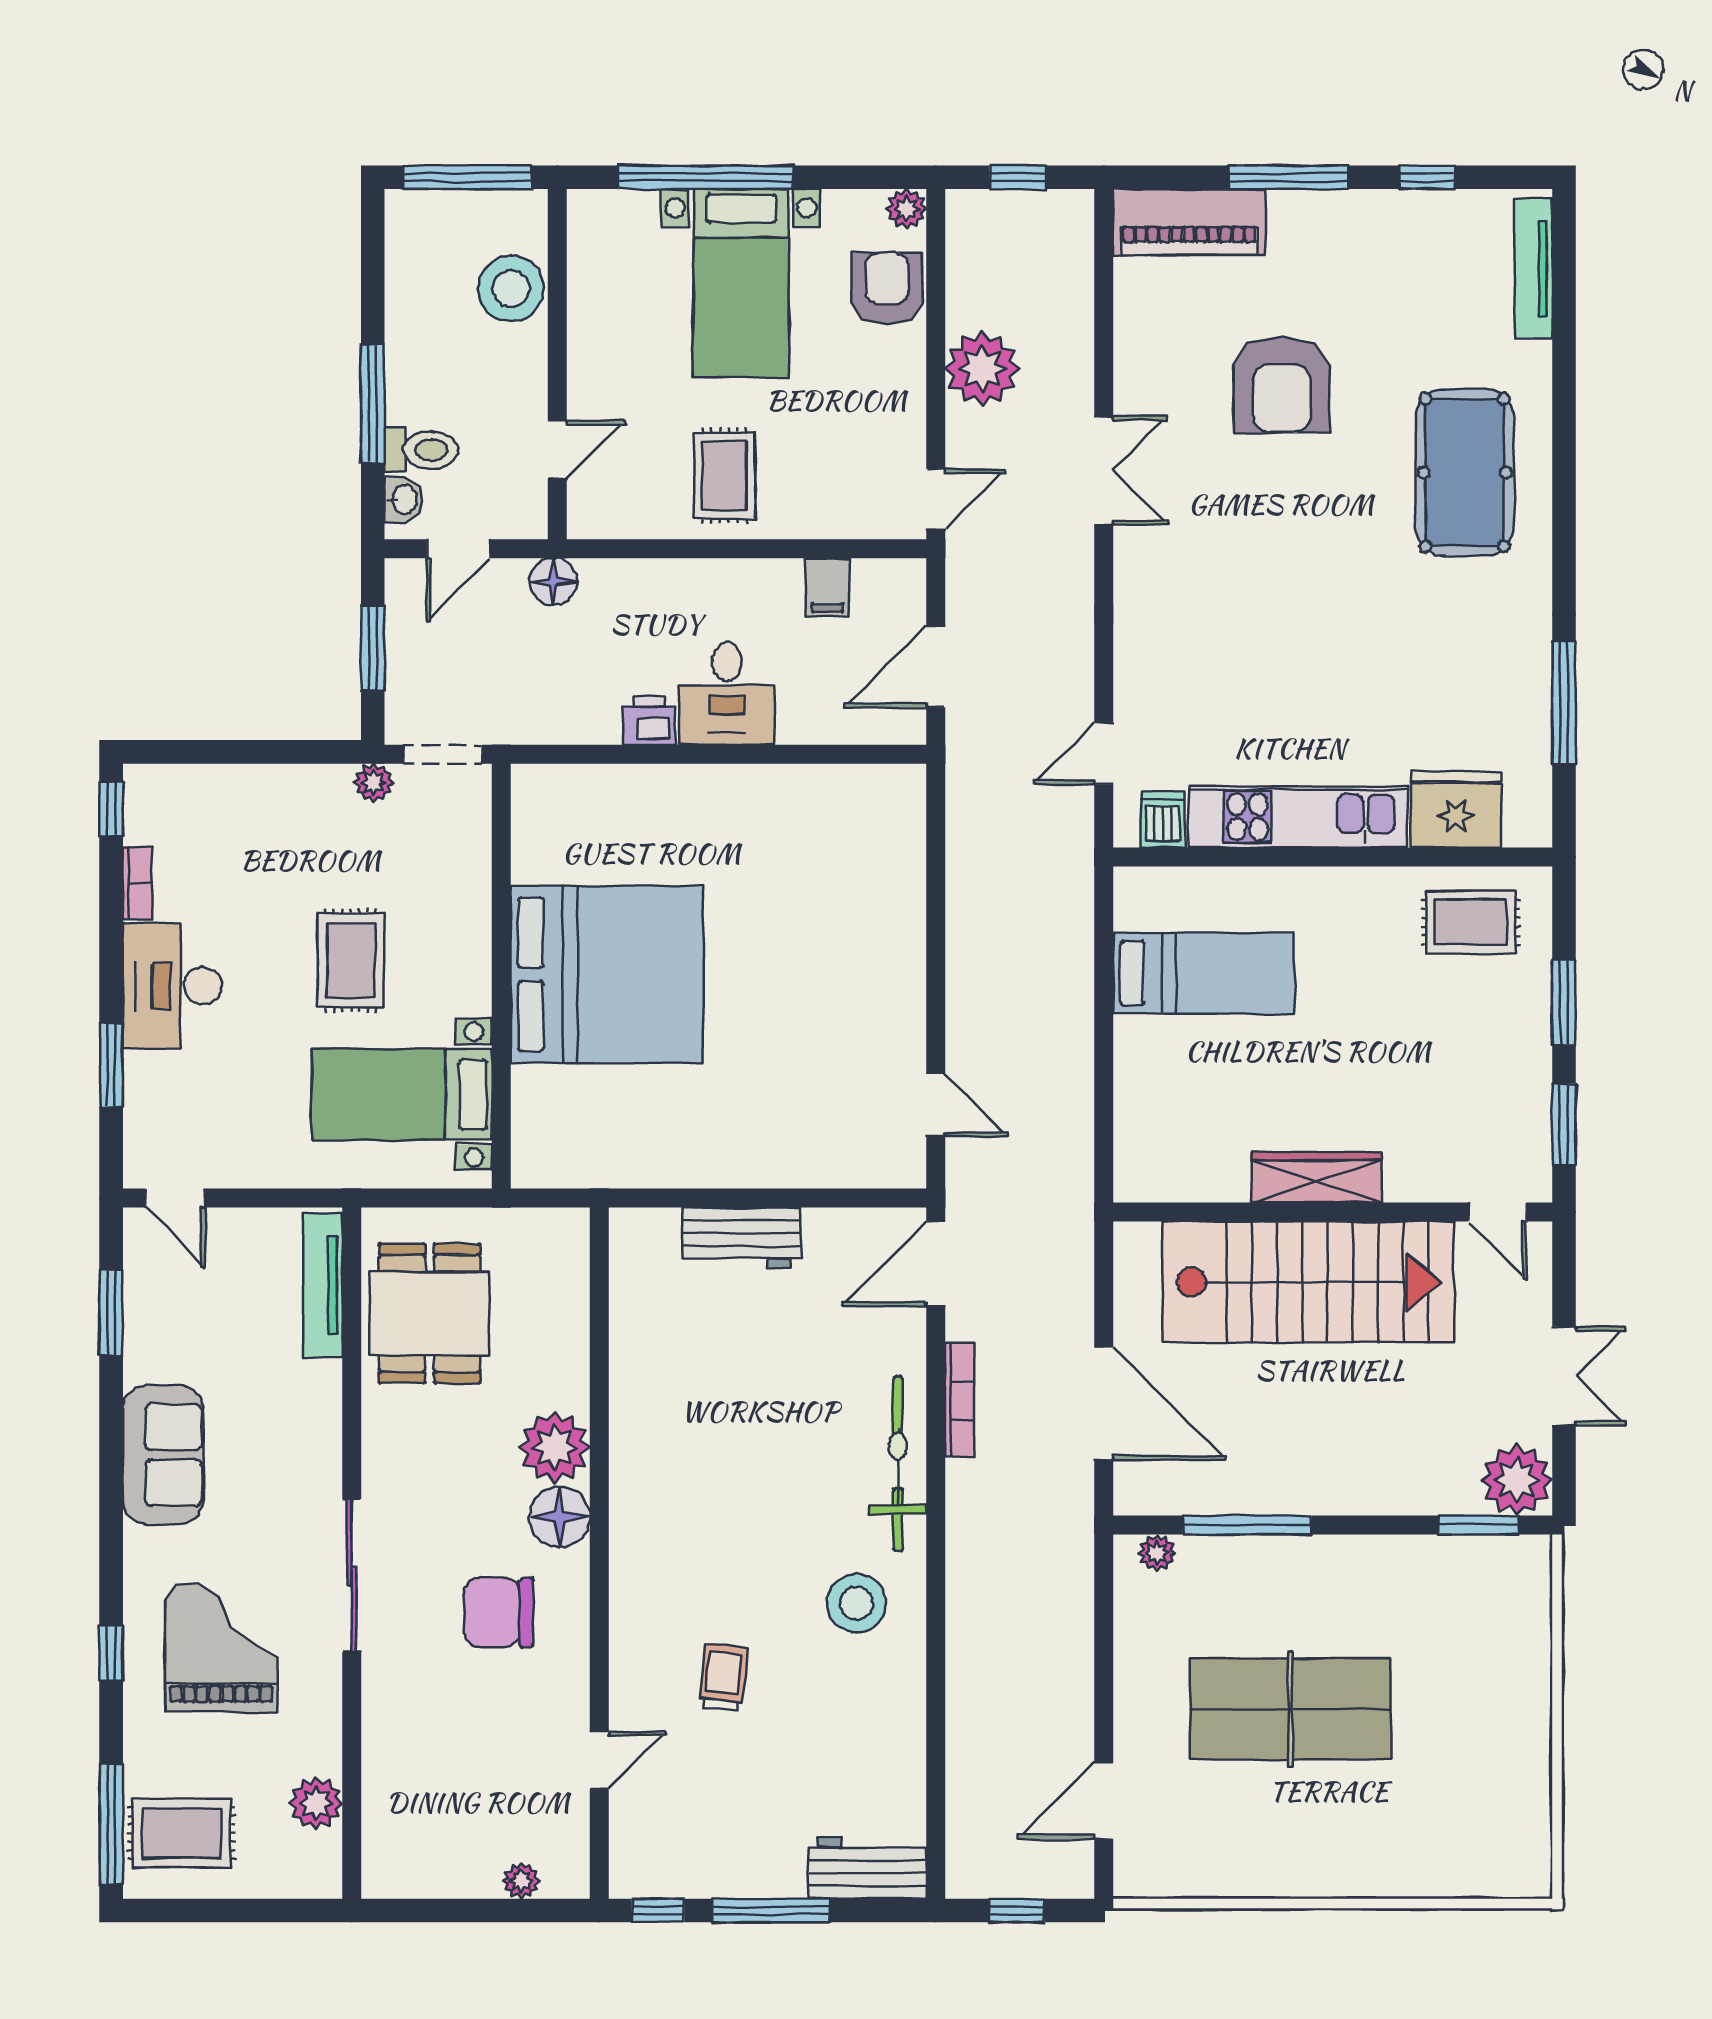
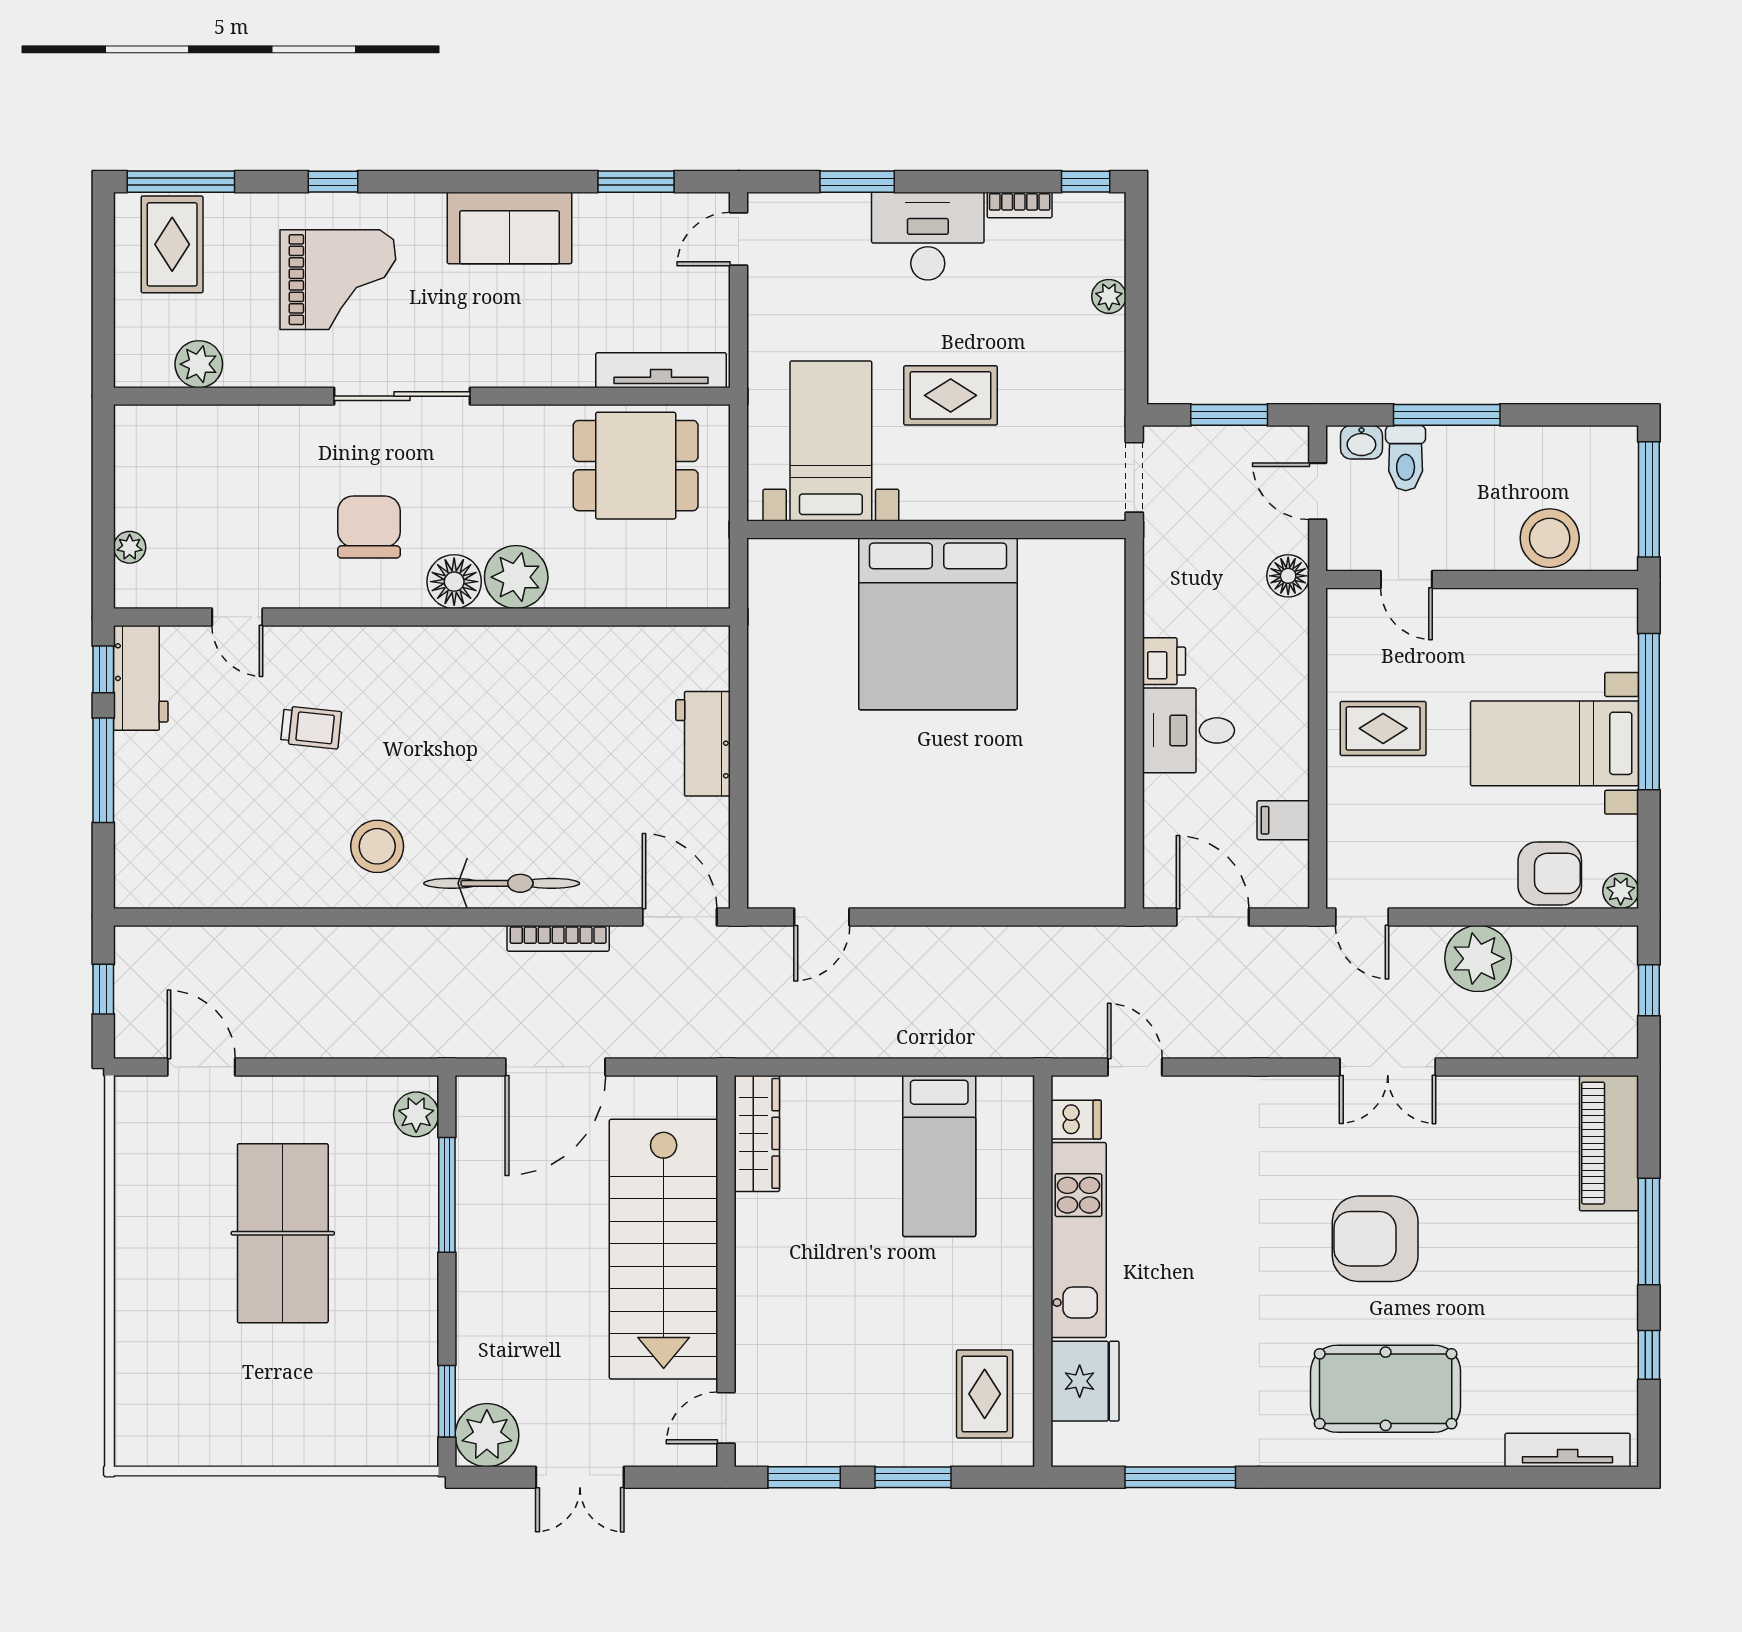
armchair: (1282, 385) -> (1375, 1239), moved
plant: (374, 783) -> (1109, 296), moved
wardrobe: (1317, 1177) -> (757, 1133), moved
plant: (1157, 1553) -> (416, 1114), width x1.38, depth x1.38
workbench: (867, 1868) -> (141, 678), moved

